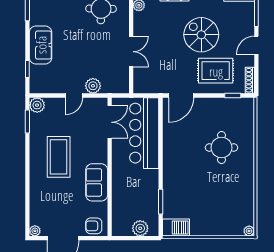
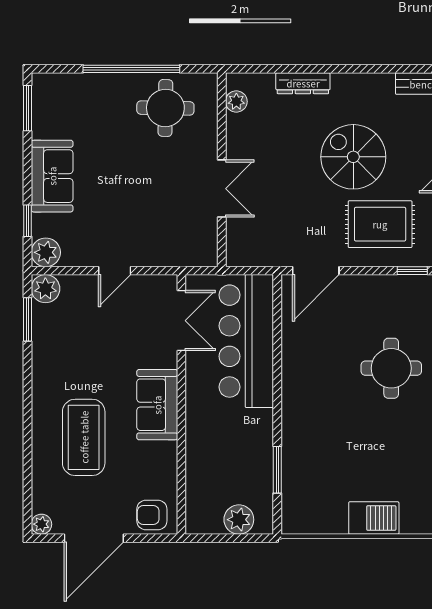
plant: (93, 86) -> (46, 252), moved
coffee table: (59, 157) -> (84, 437), moved
sofa: (97, 182) -> (157, 405), moved
barbecue: (176, 227) -> (374, 518), moved

